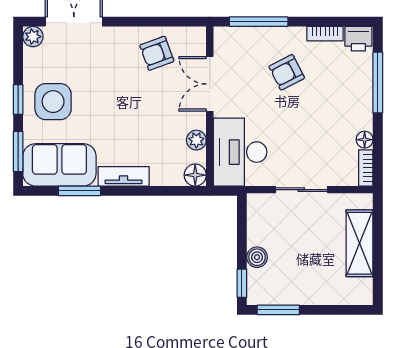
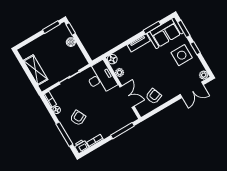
armchair: (287, 72) -> (78, 118), moved

